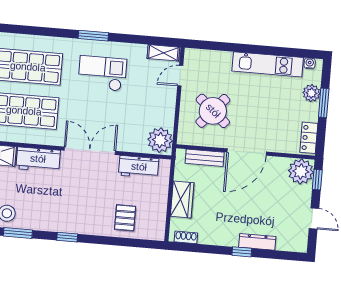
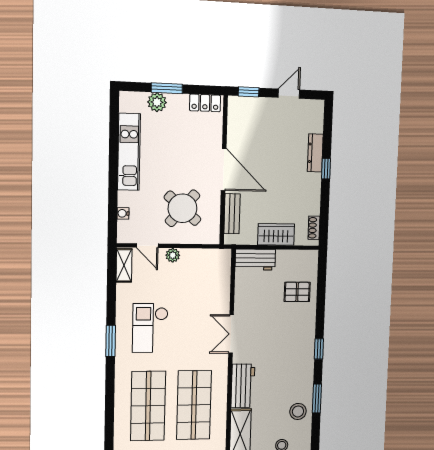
water cooler: (310, 63) -> (123, 213), moved
plant: (160, 140) -> (173, 255), moved, width x0.53, depth x0.53
double door: (90, 151) -> (231, 334), width x0.73
workbench: (139, 167) -> (255, 260), moved, turned 90
plant: (301, 171) -> (241, 110), removed

